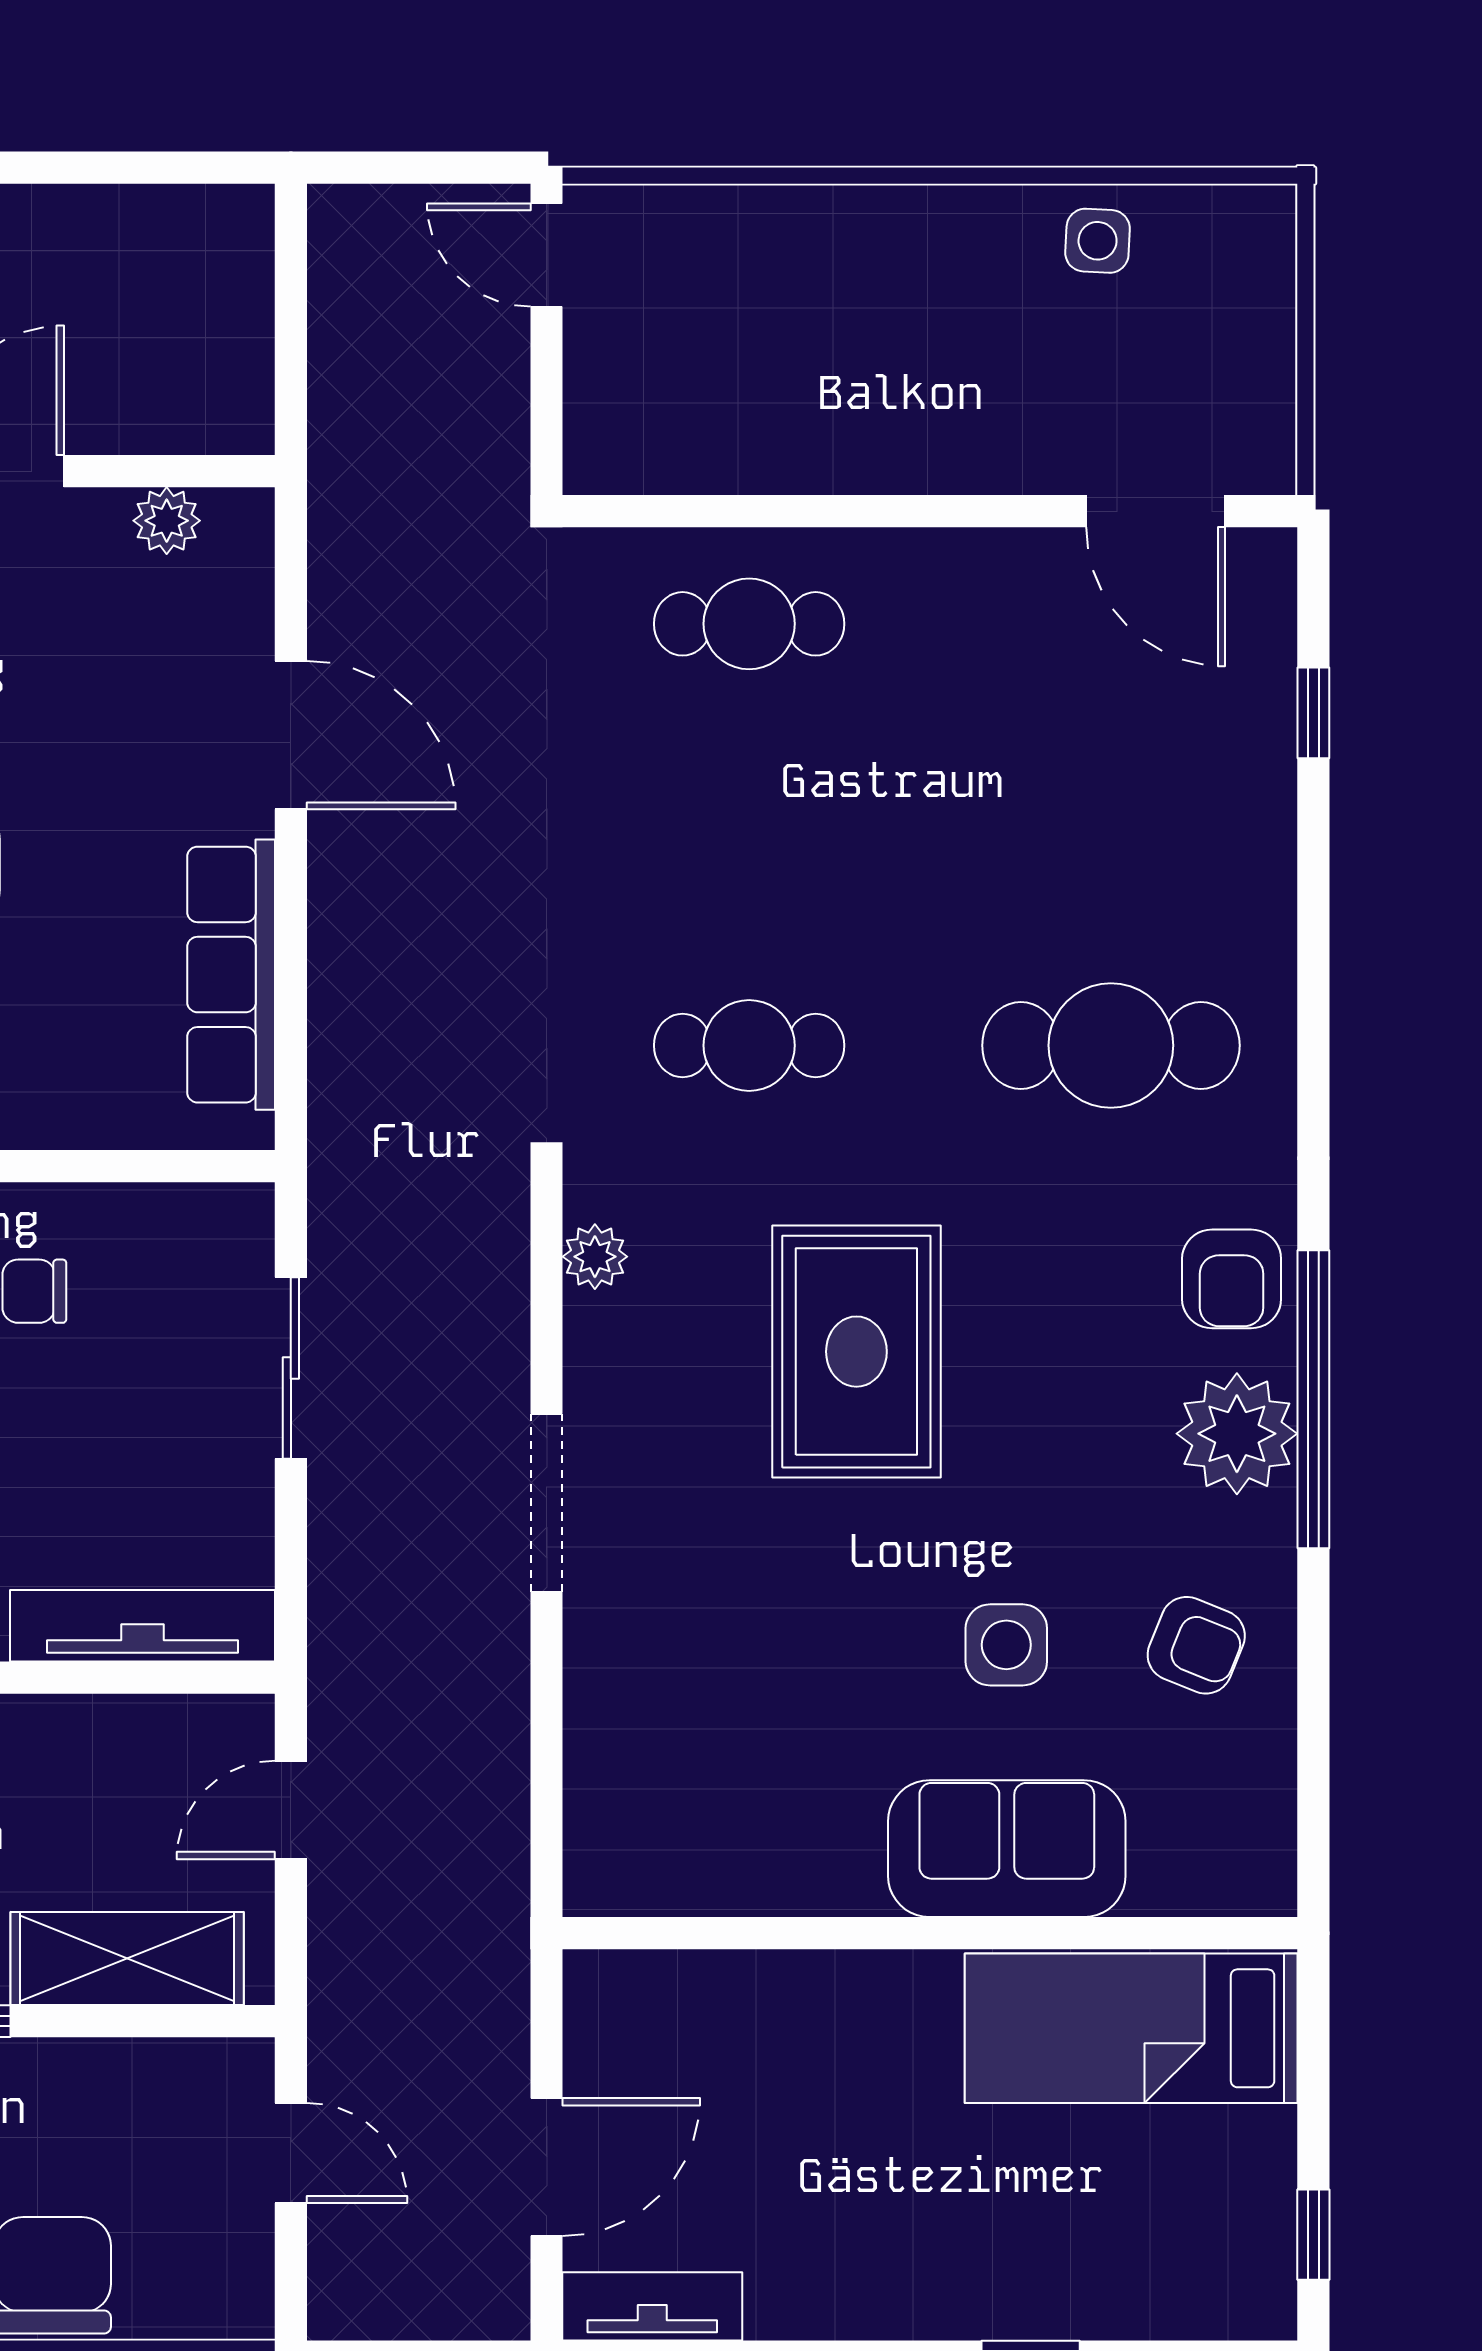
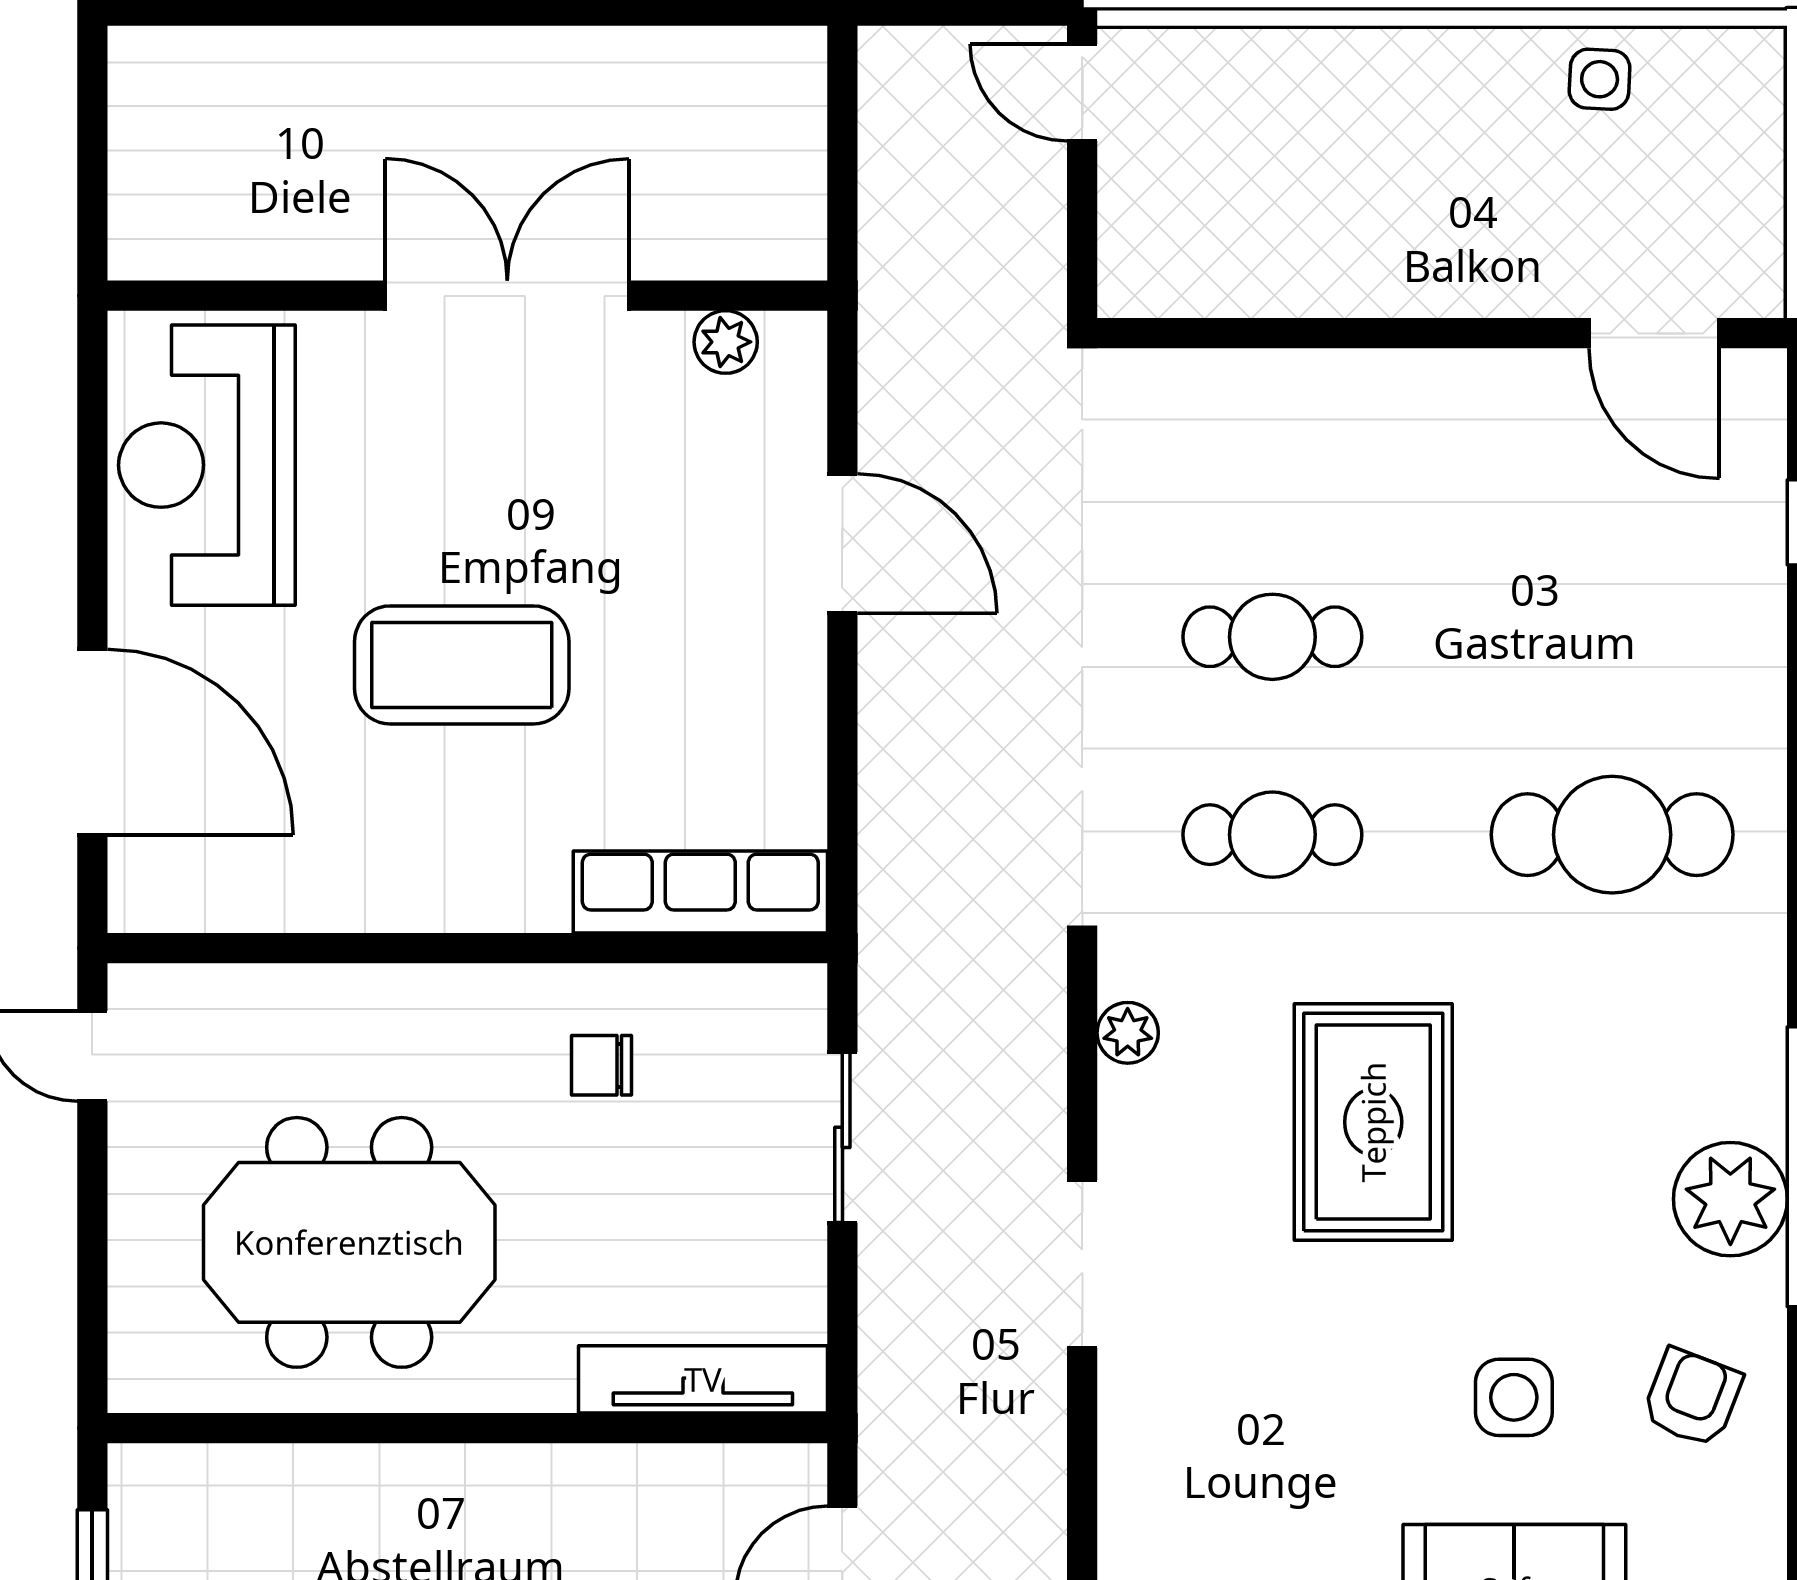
cafe table: (749, 624) -> (1272, 637), moved
row of seats: (231, 975) -> (700, 892), moved, turned 90
armchair: (1232, 1279) -> (1725, 1054), removed
armchair: (1196, 1645) -> (1692, 1398), turned -91

